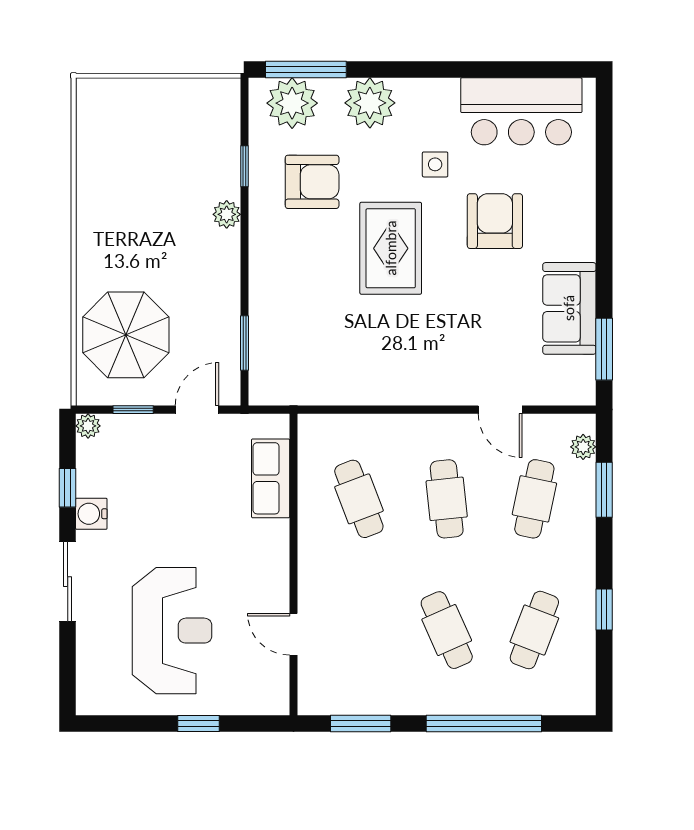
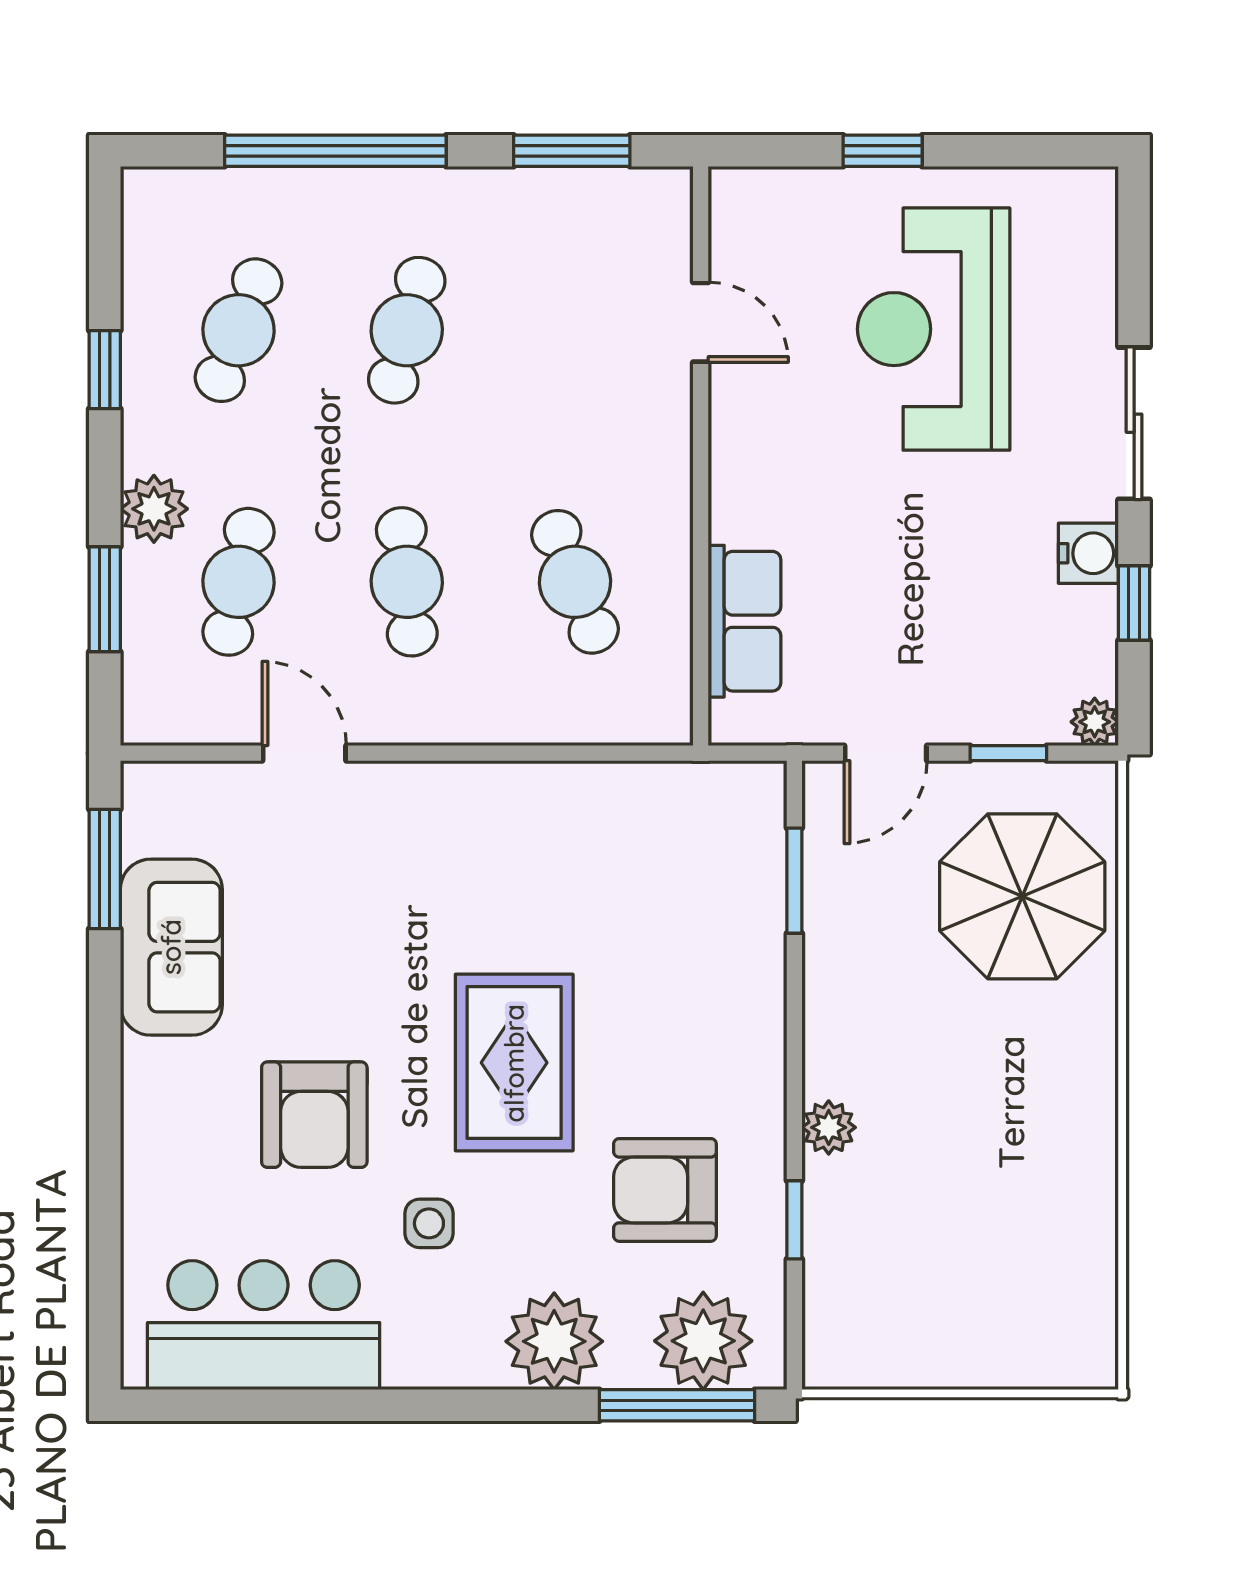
plant: (583, 447) -> (154, 509), moved, width x1.38, depth x1.38
cafe table: (447, 630) -> (407, 330), turned 39

